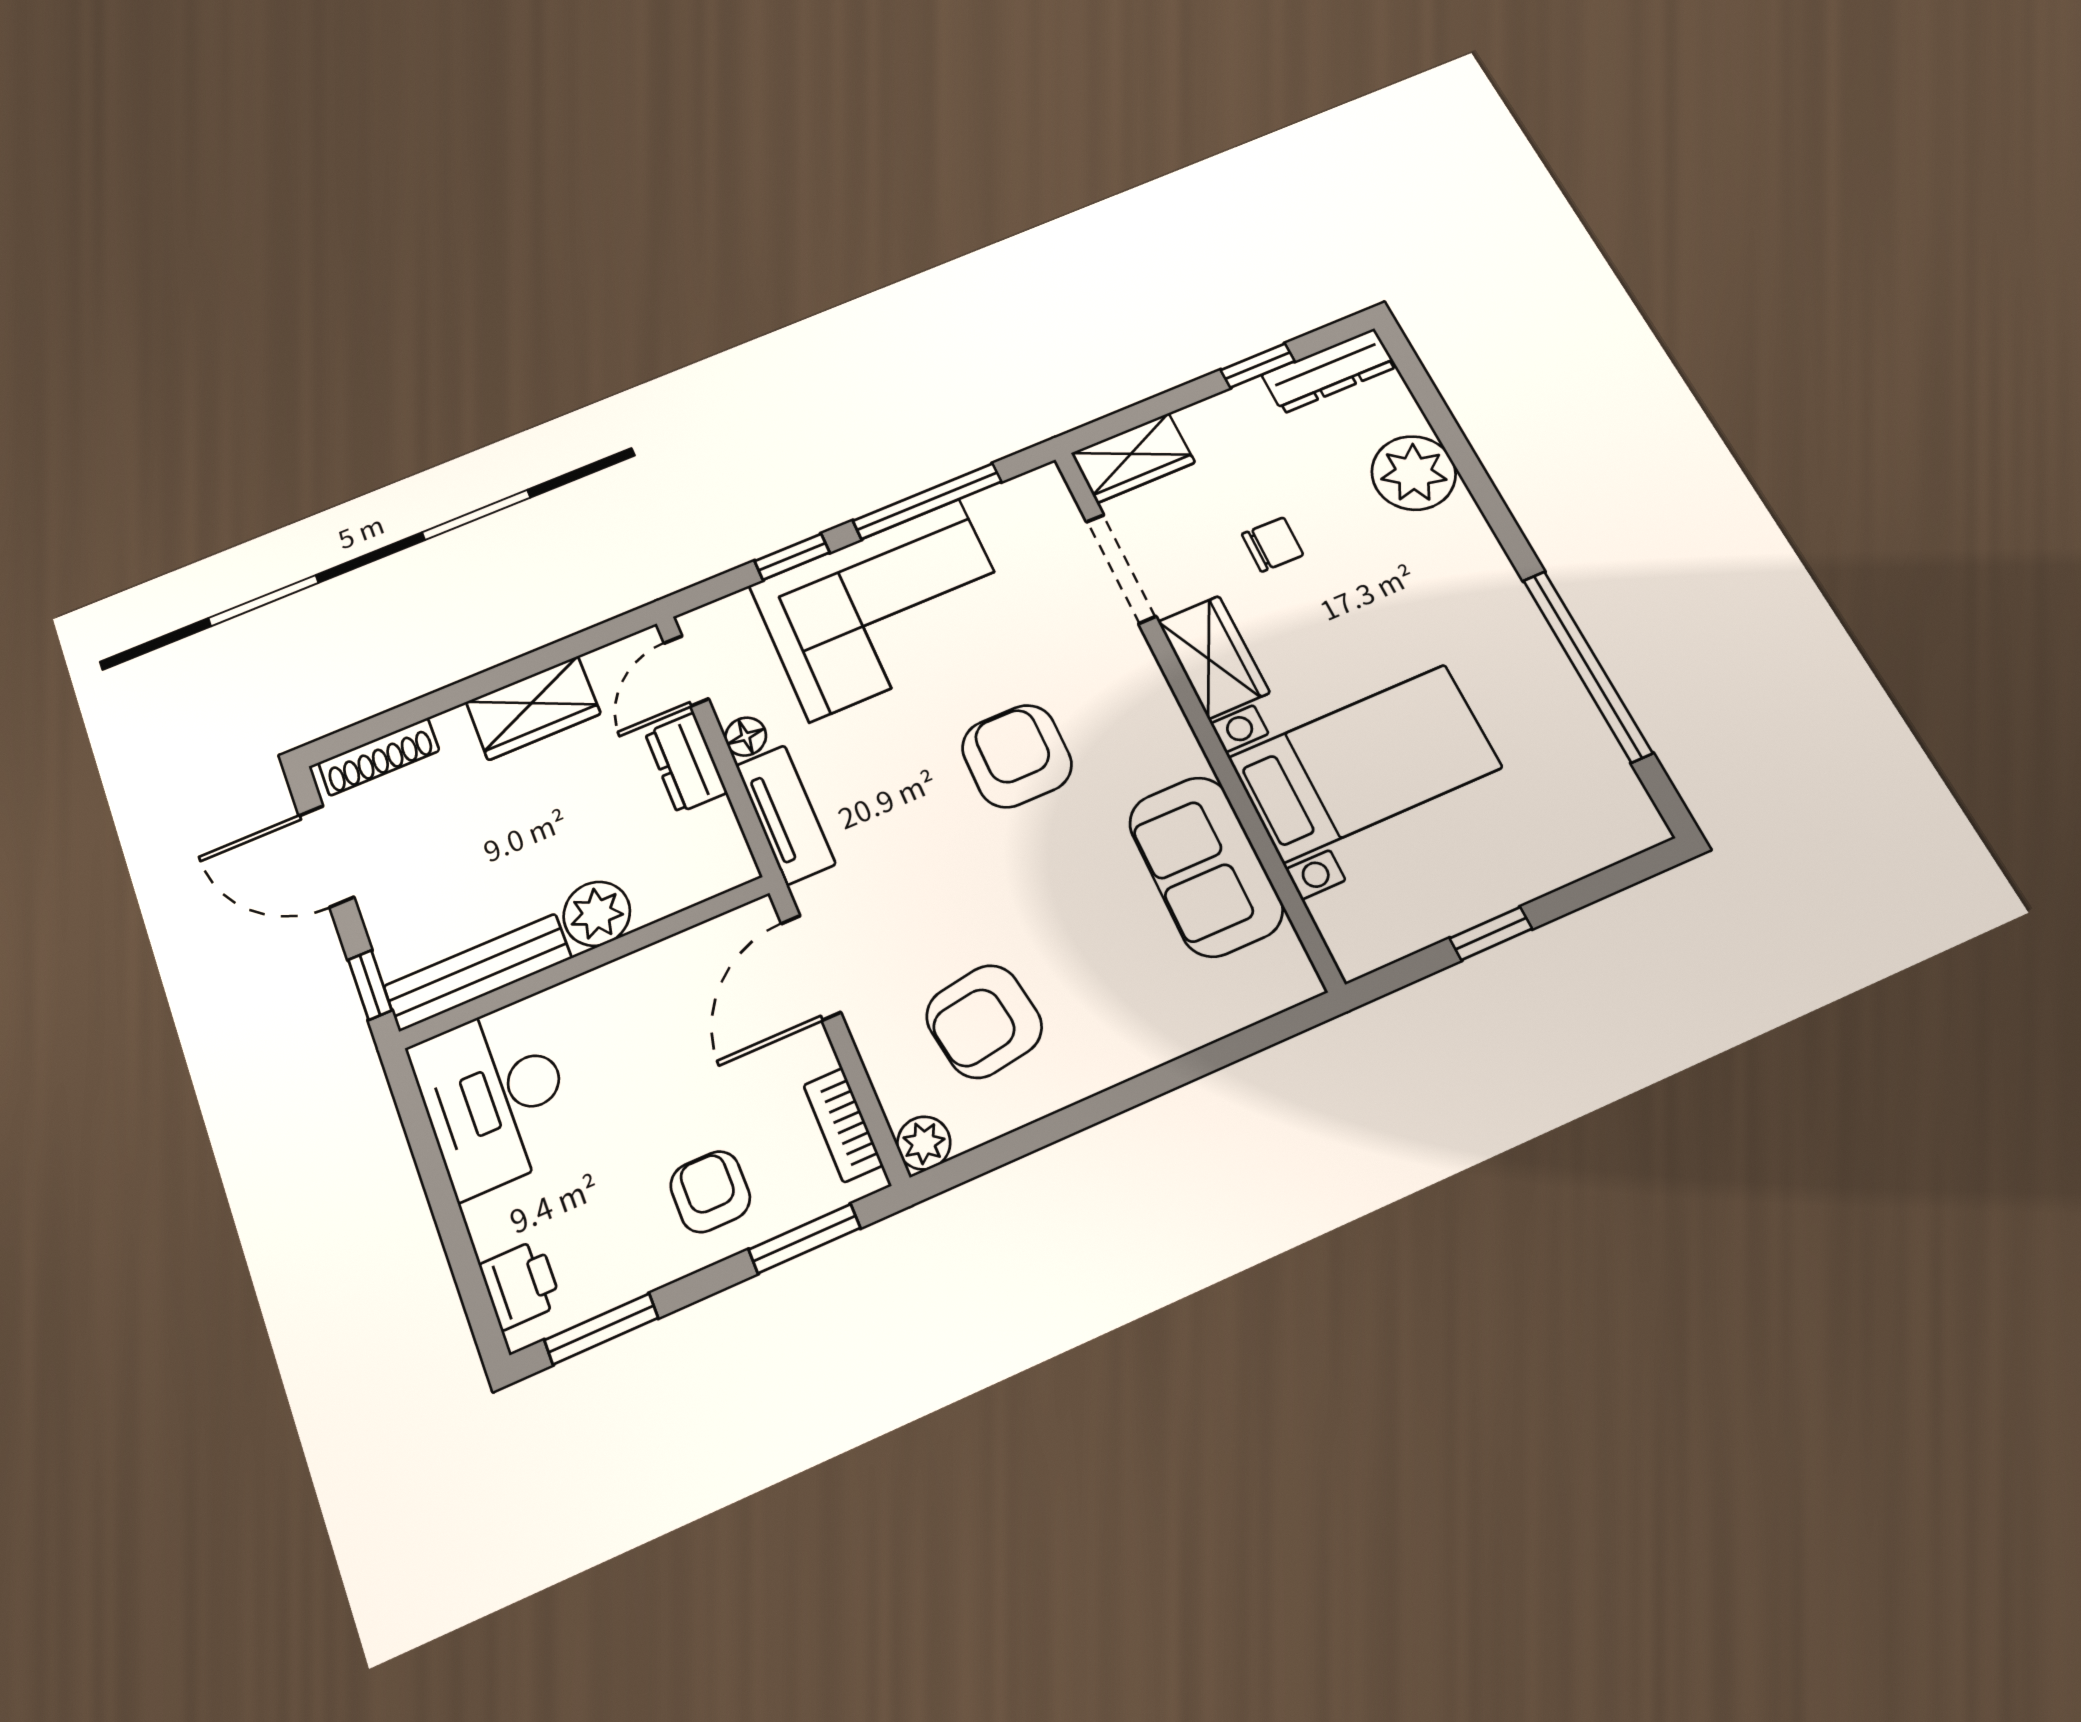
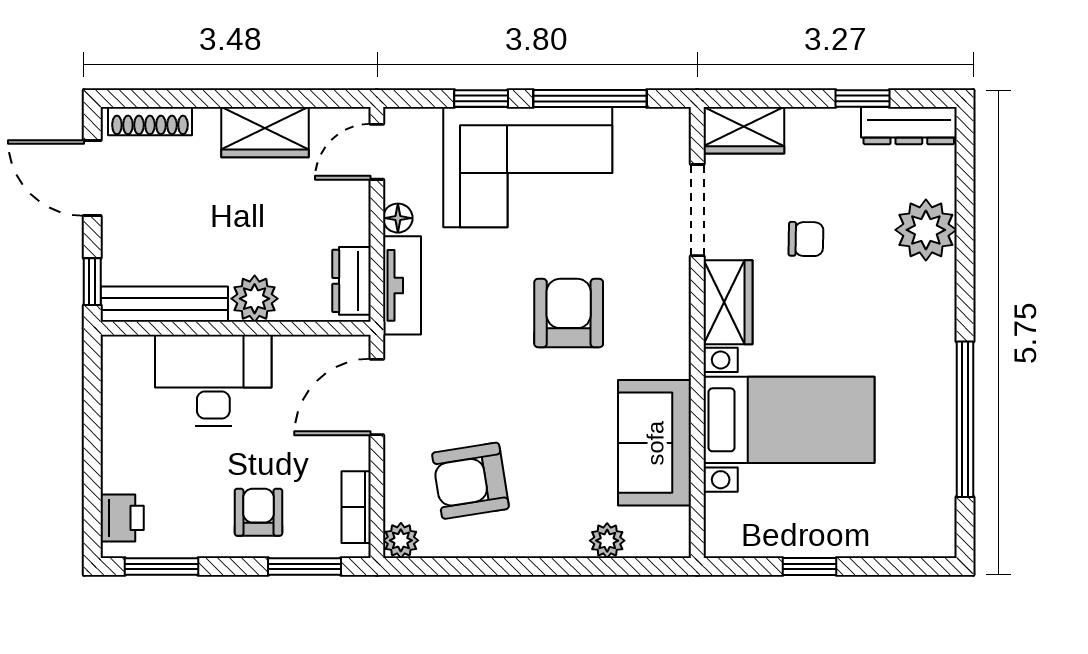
dresser: (686, 763) -> (351, 281), moved
plant: (1205, 1019) -> (607, 541), added
desk: (494, 1098) -> (213, 380), moved, turned 90

